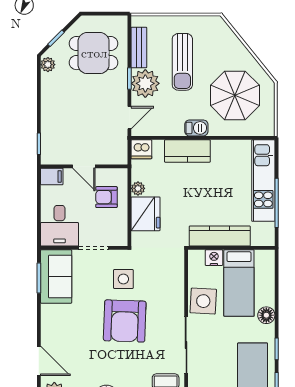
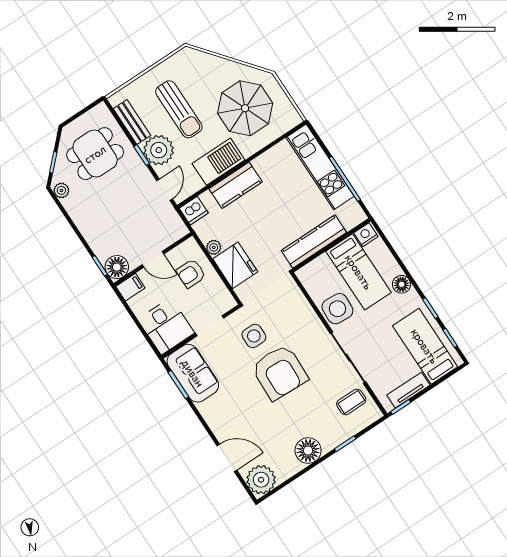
barbecue: (196, 128) -> (218, 162), width x1.88, depth x1.53
floor lamp: (52, 154) -> (117, 267), added
nightstand: (214, 258) -> (366, 235), moved

